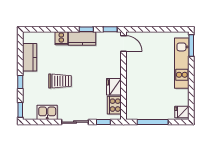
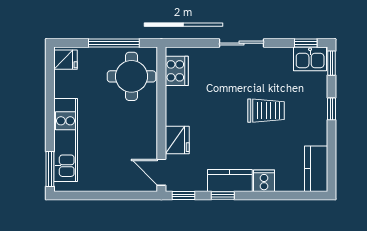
kitchen counter: (30, 57) -> (316, 169), moved
trolley: (60, 81) -> (266, 111), turned 180
fridge: (114, 87) -> (177, 140), moved
round table: (142, 102) -> (131, 76), added
kitchen sink: (47, 112) -> (310, 59), moved
window: (103, 122) -> (306, 43), moved

